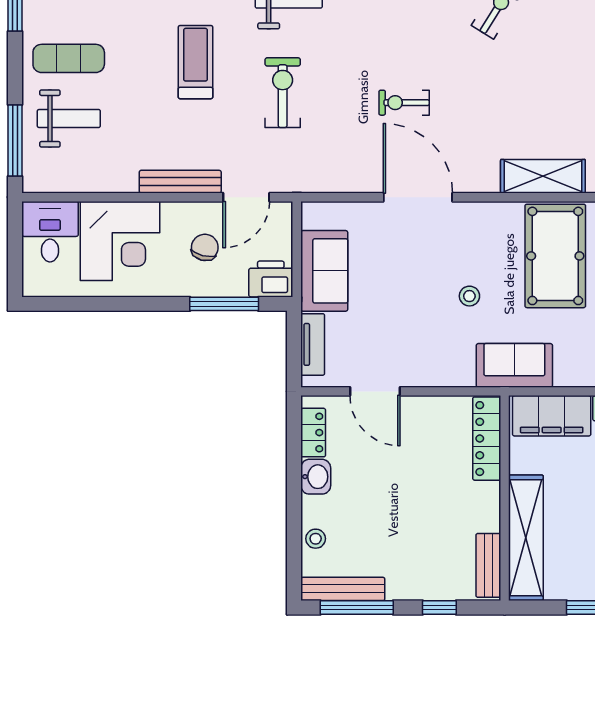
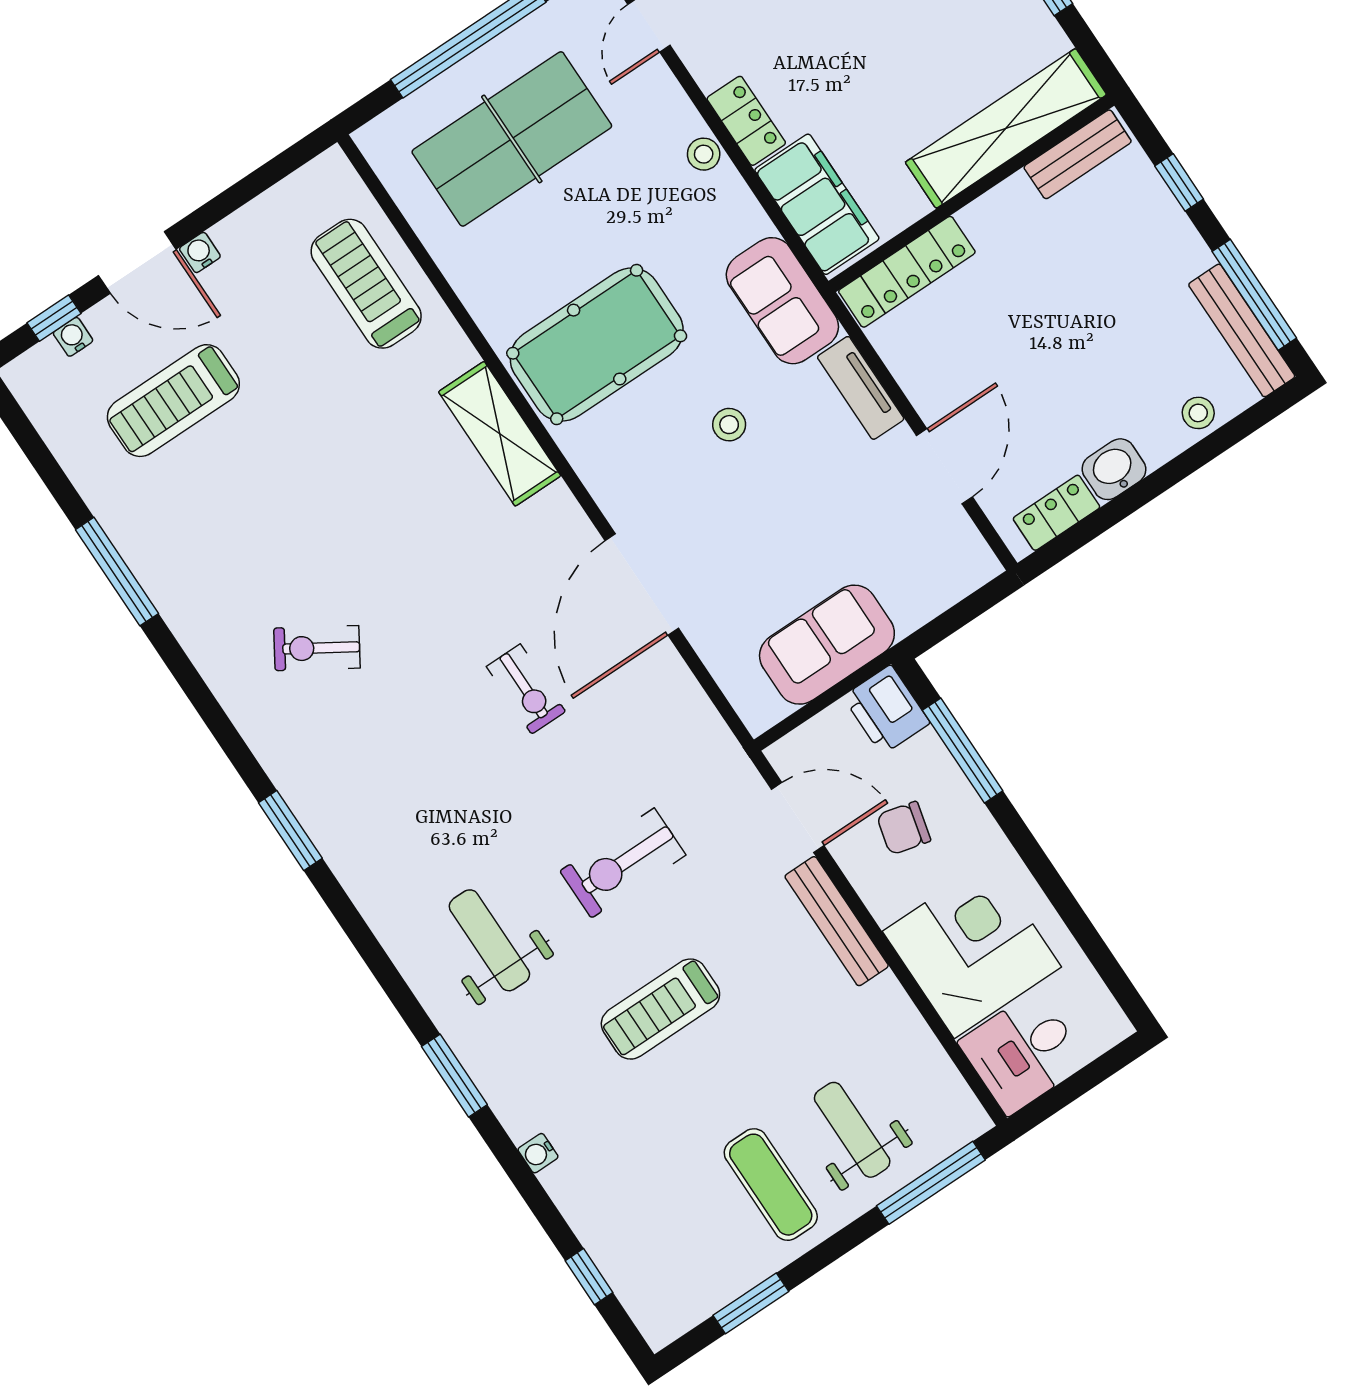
tv unit: (313, 344) -> (861, 388), moved, turned -90

